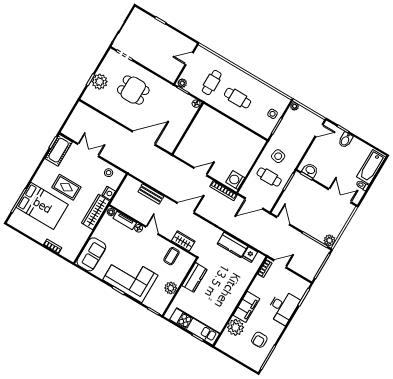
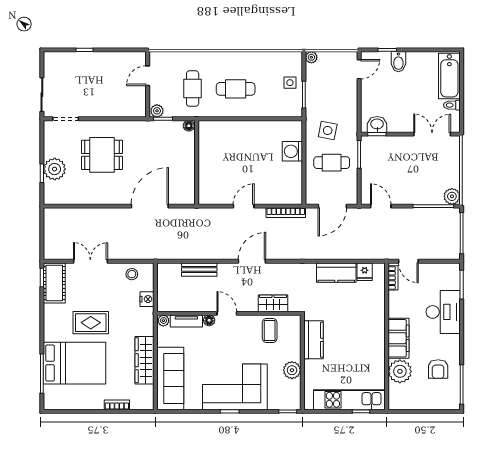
washing machine: (235, 180) -> (292, 151), moved
wardrobe: (96, 212) -> (145, 360), moved
sofa: (91, 254) -> (170, 378), width x1.36
door: (280, 264) -> (408, 261), swing flipped

